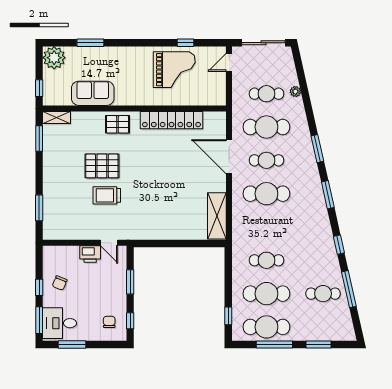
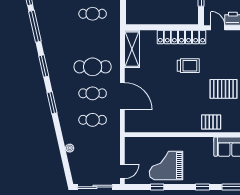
window: (128, 43) -> (202, 187), added
cafe table: (266, 94) -> (93, 146), removed
locker: (171, 120) -> (181, 37), moved, turned 180
cafe table: (266, 127) -> (93, 120), width x0.73, depth x0.74
trolley: (107, 195) -> (188, 66), moved
window: (339, 245) -> (35, 26), width x2.17

